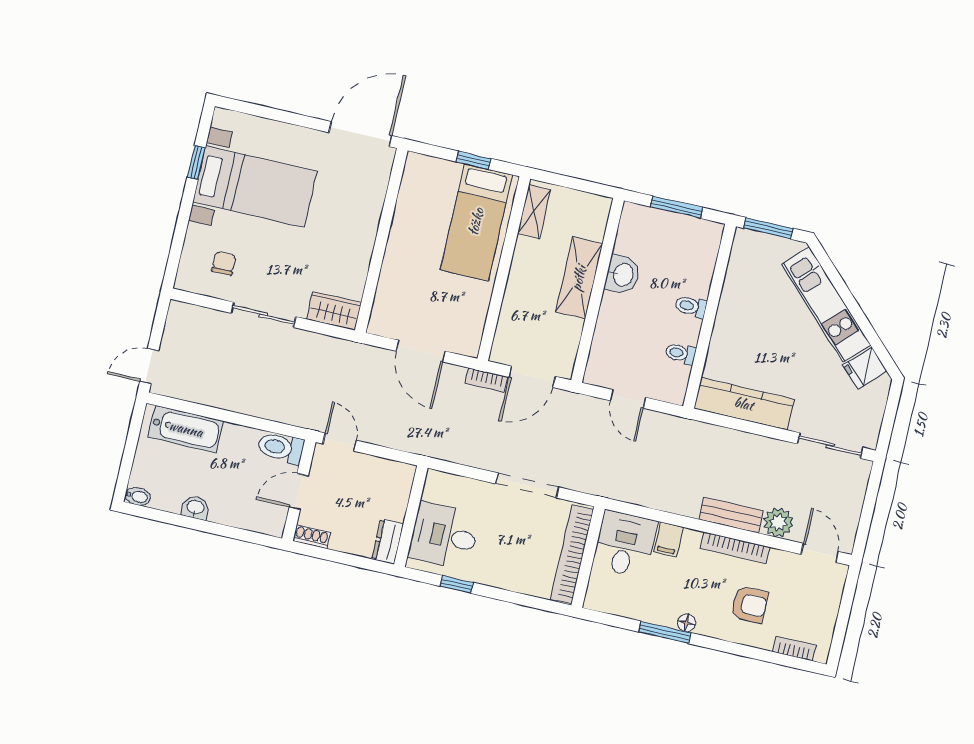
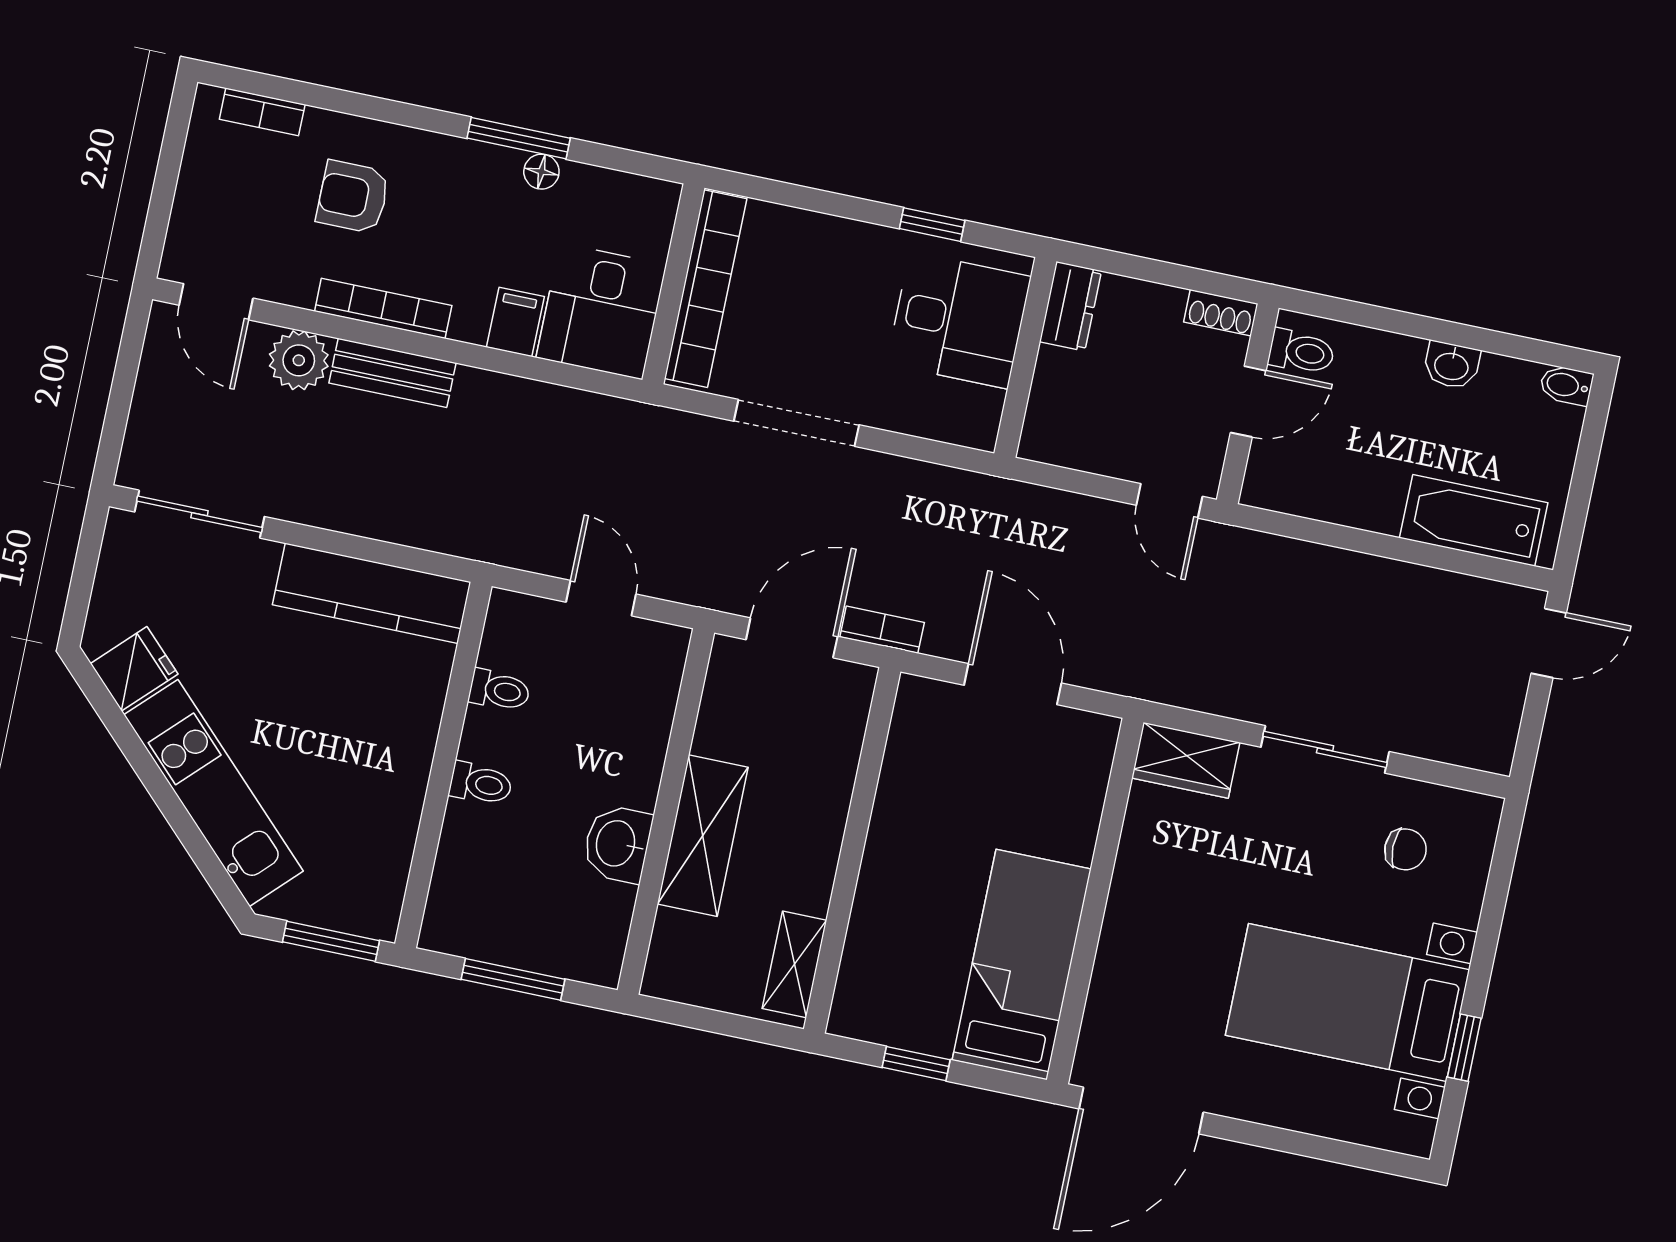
bed: (476, 222) -> (1022, 965), moved
chair: (224, 263) -> (1405, 849), turned -90
toilet: (281, 448) -> (1301, 352), moved, width x0.73, depth x0.72
floor lamp: (687, 623) -> (541, 172), moved

